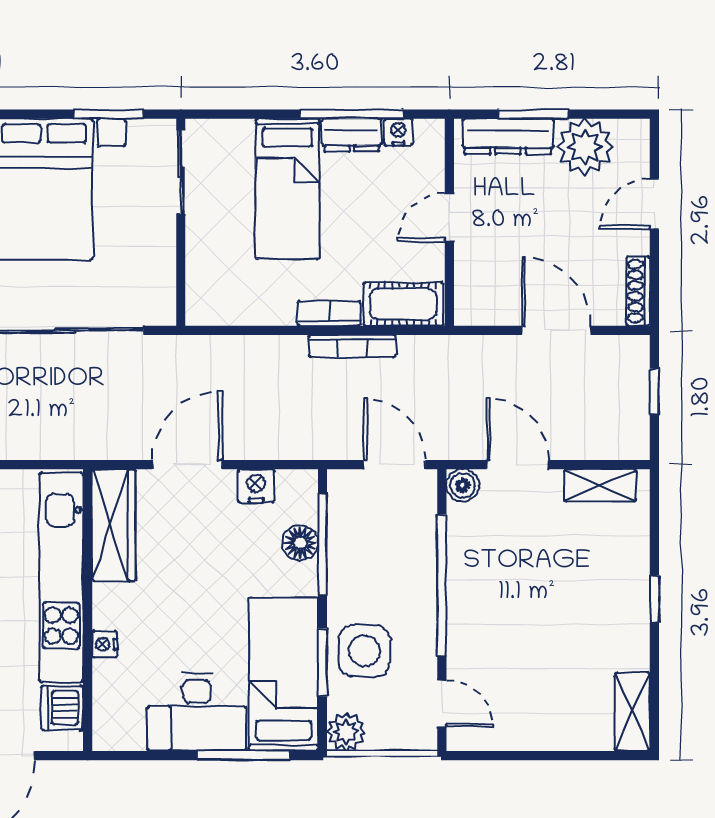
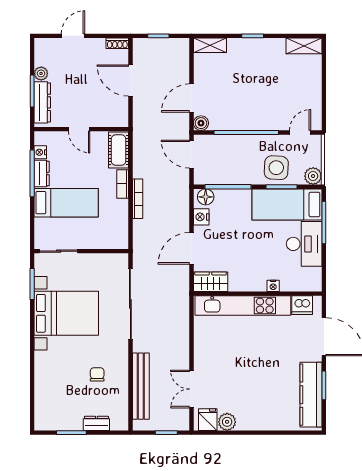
plant: (585, 147) -> (41, 73), width x0.53, depth x0.53
door: (654, 204) -> (73, 36), swing flipped
shoe rack: (638, 291) -> (117, 43), width x0.70
door: (556, 330) -> (130, 81), hinge flipped
bookcase: (352, 346) -> (138, 199), moved
door: (187, 465) -> (192, 248), hinge flipped
door: (394, 465) -> (192, 154), hinge flipped
shelving: (600, 485) -> (210, 45), moved, turned 90
wardrobe: (114, 525) -> (211, 282), width x0.67
floor lamp: (300, 543) -> (206, 197), moved

